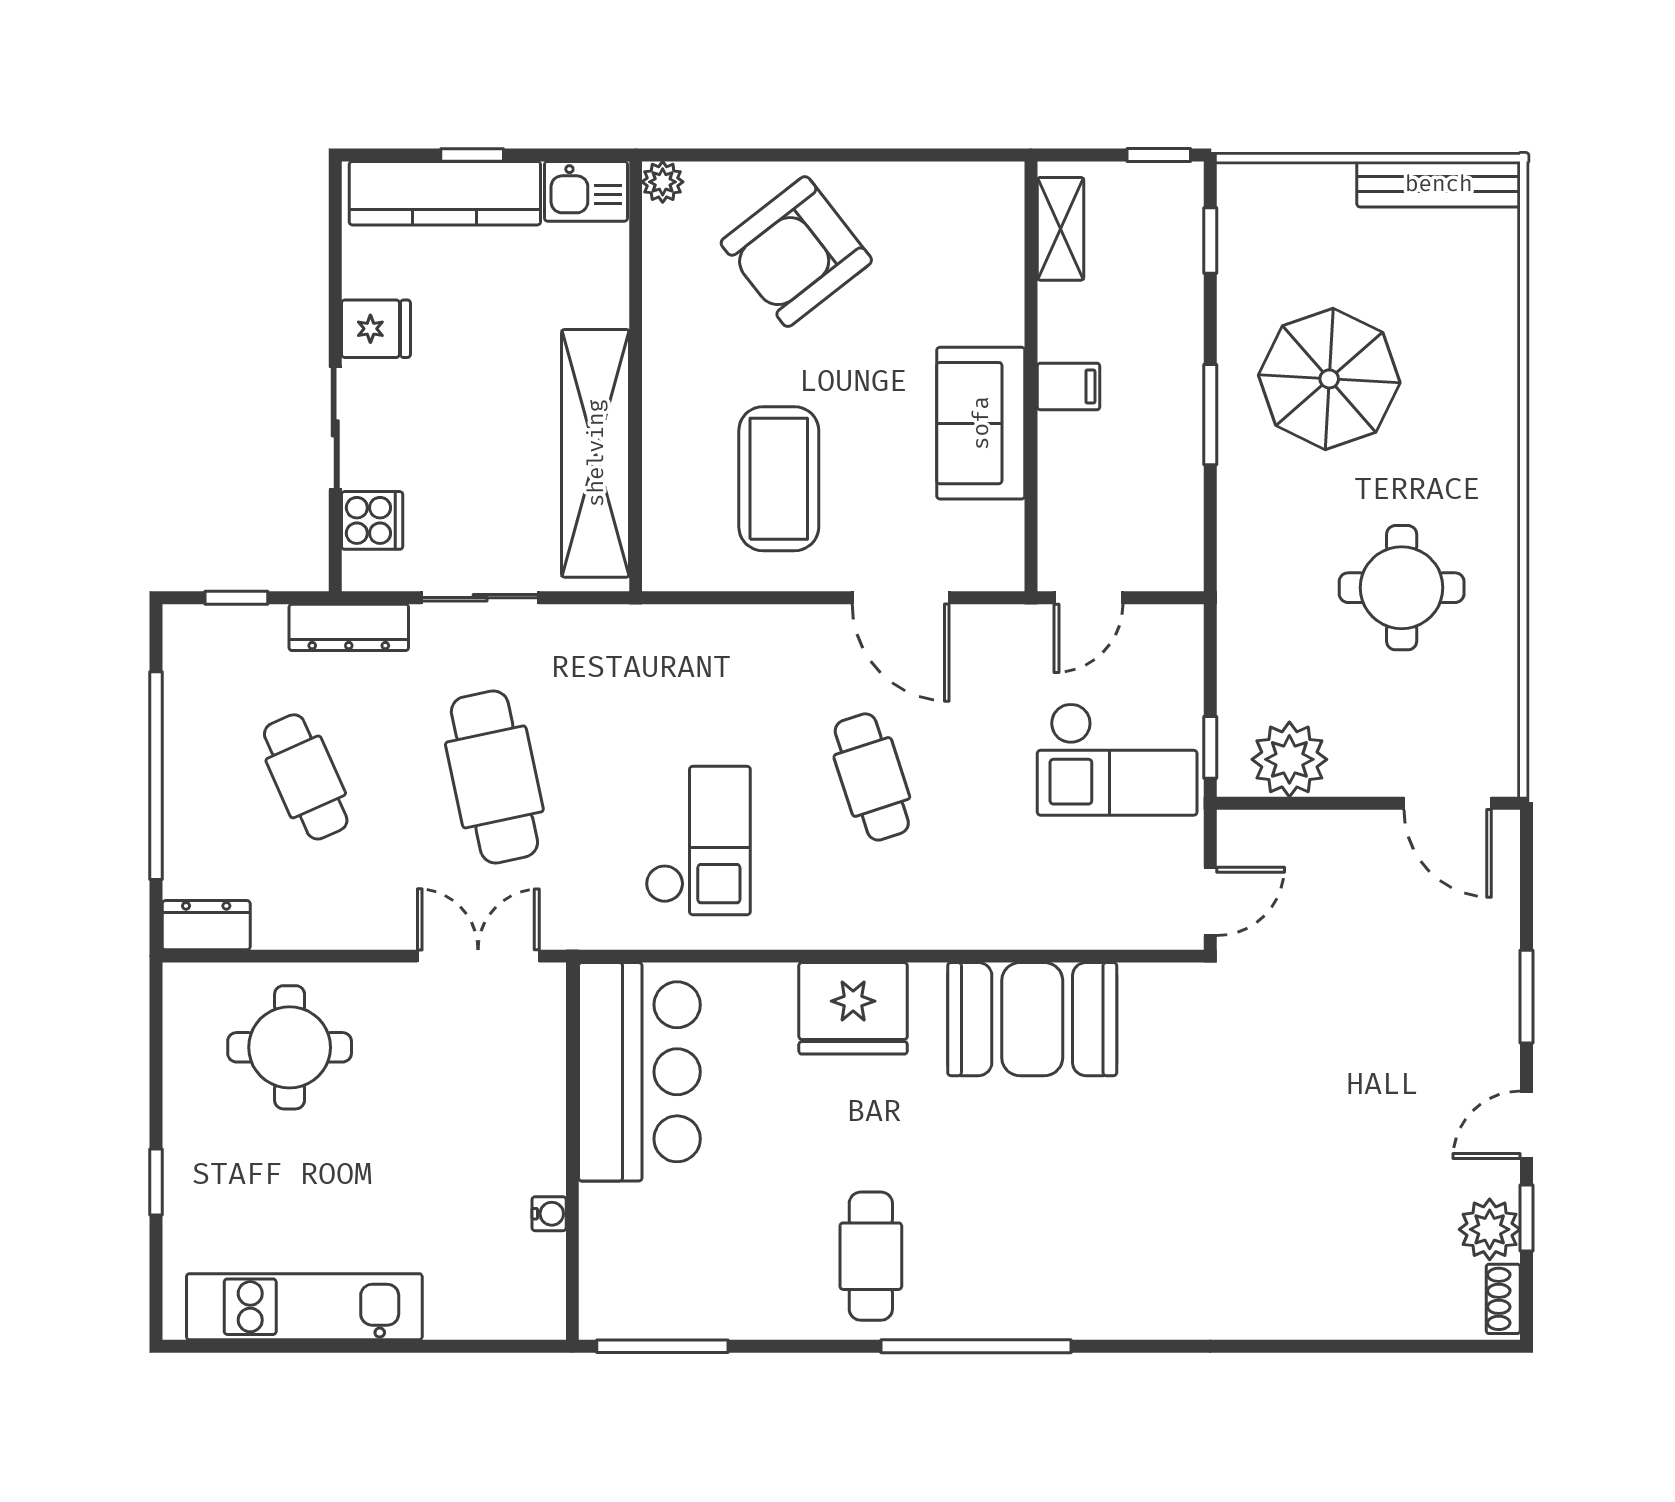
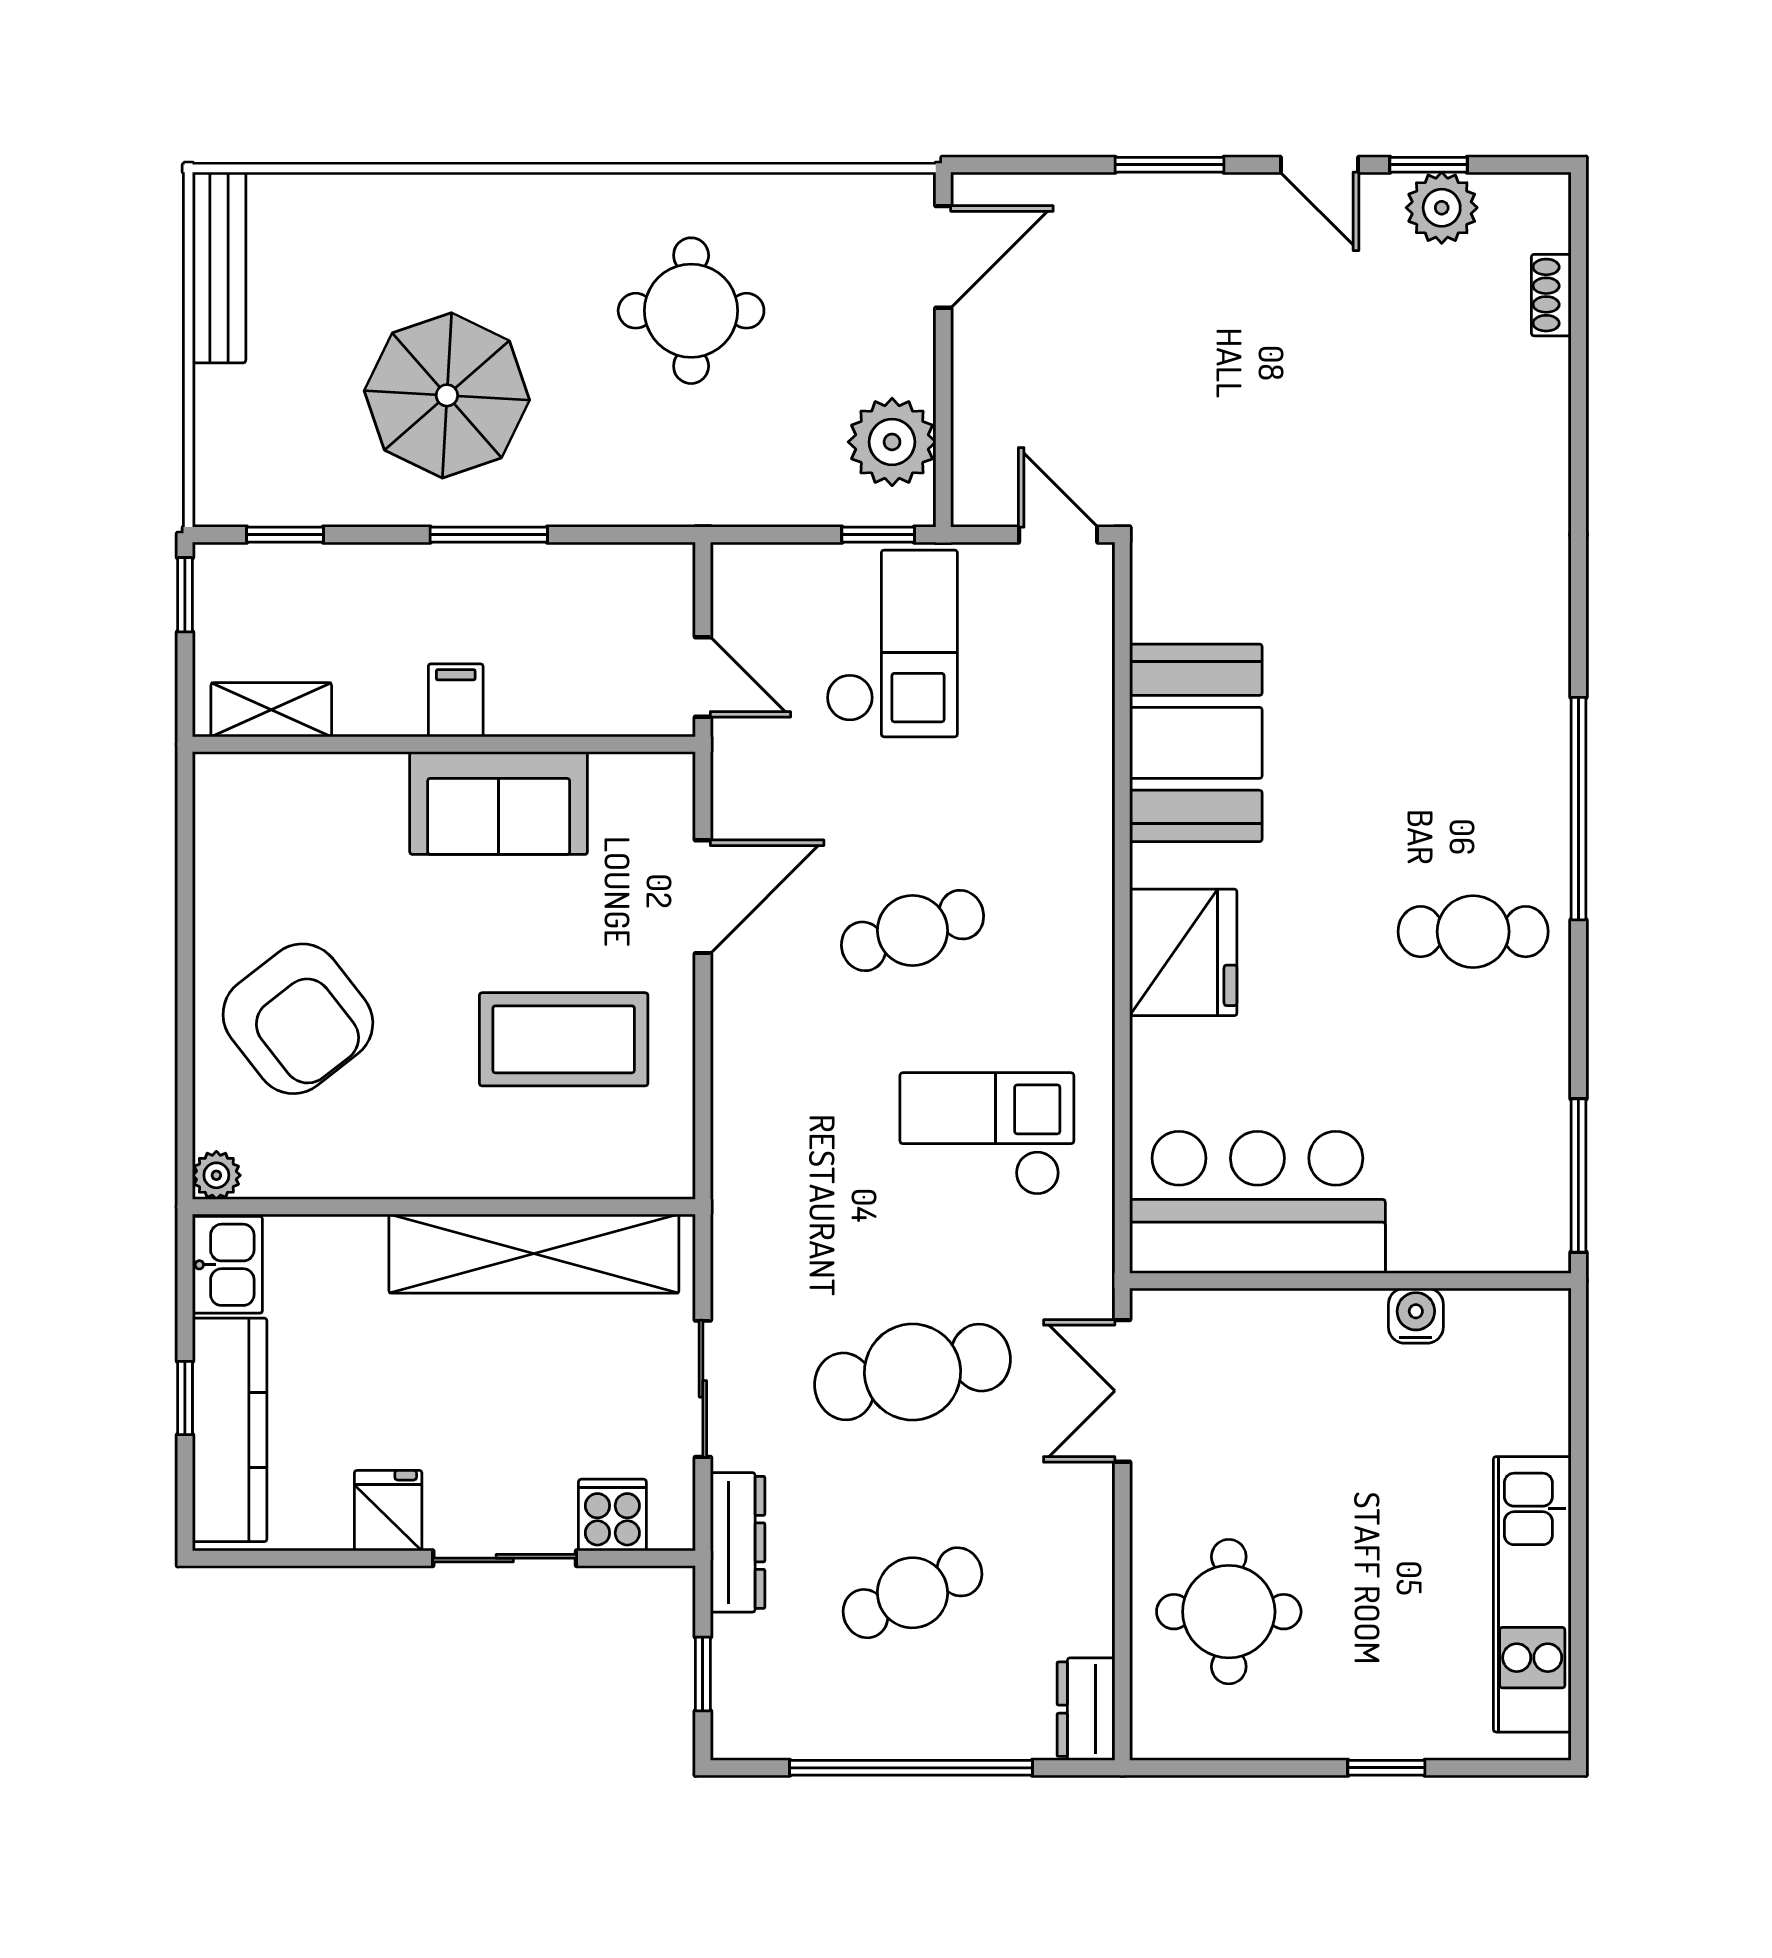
water cooler: (549, 1214) -> (1416, 1316), width x1.38, depth x1.38
shoe rack: (1503, 1299) -> (1551, 295), moved, turned 90

